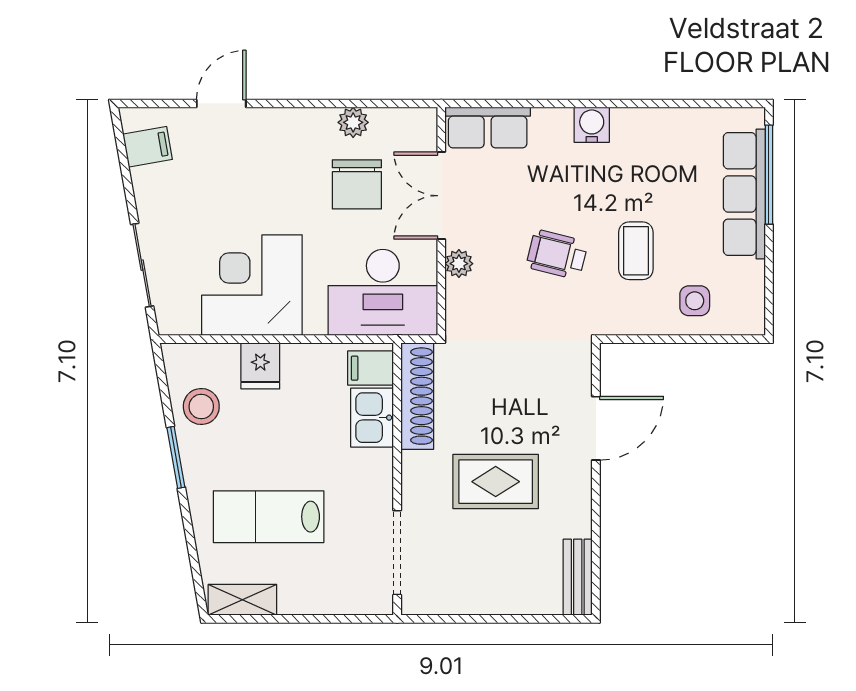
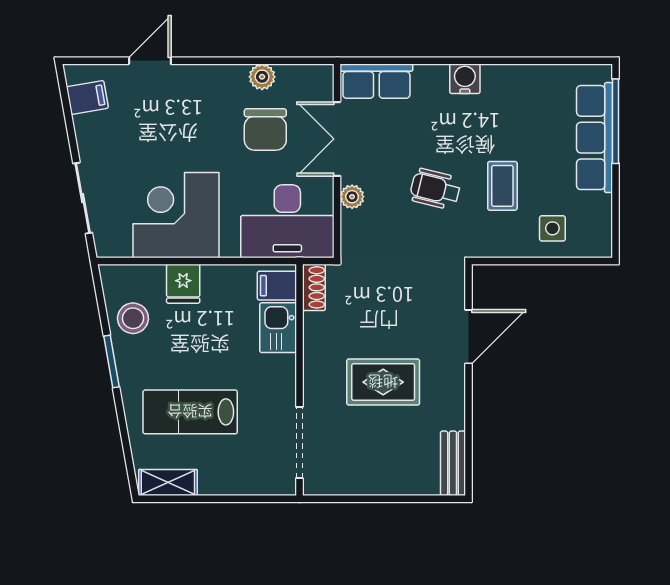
shoe rack: (417, 396) -> (314, 287), width x0.51, depth x0.81

